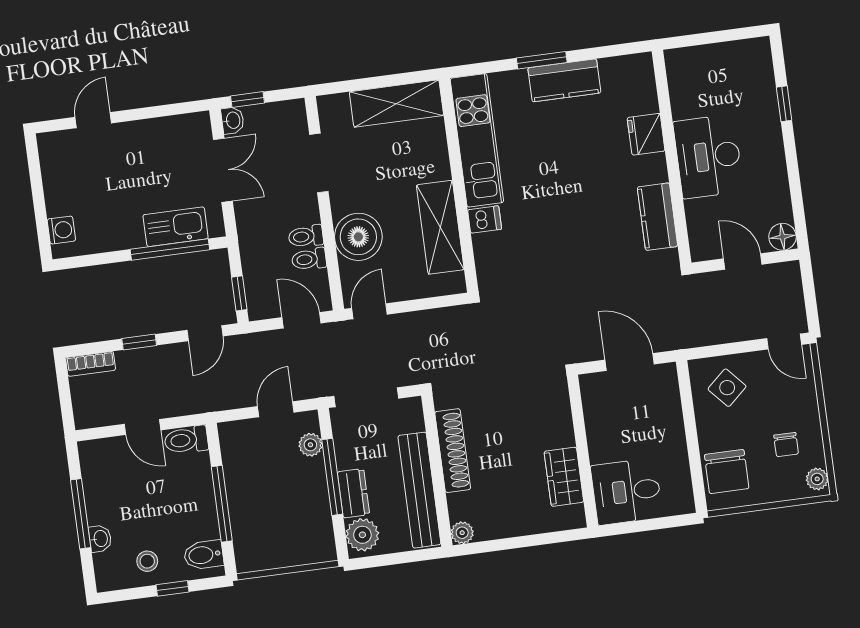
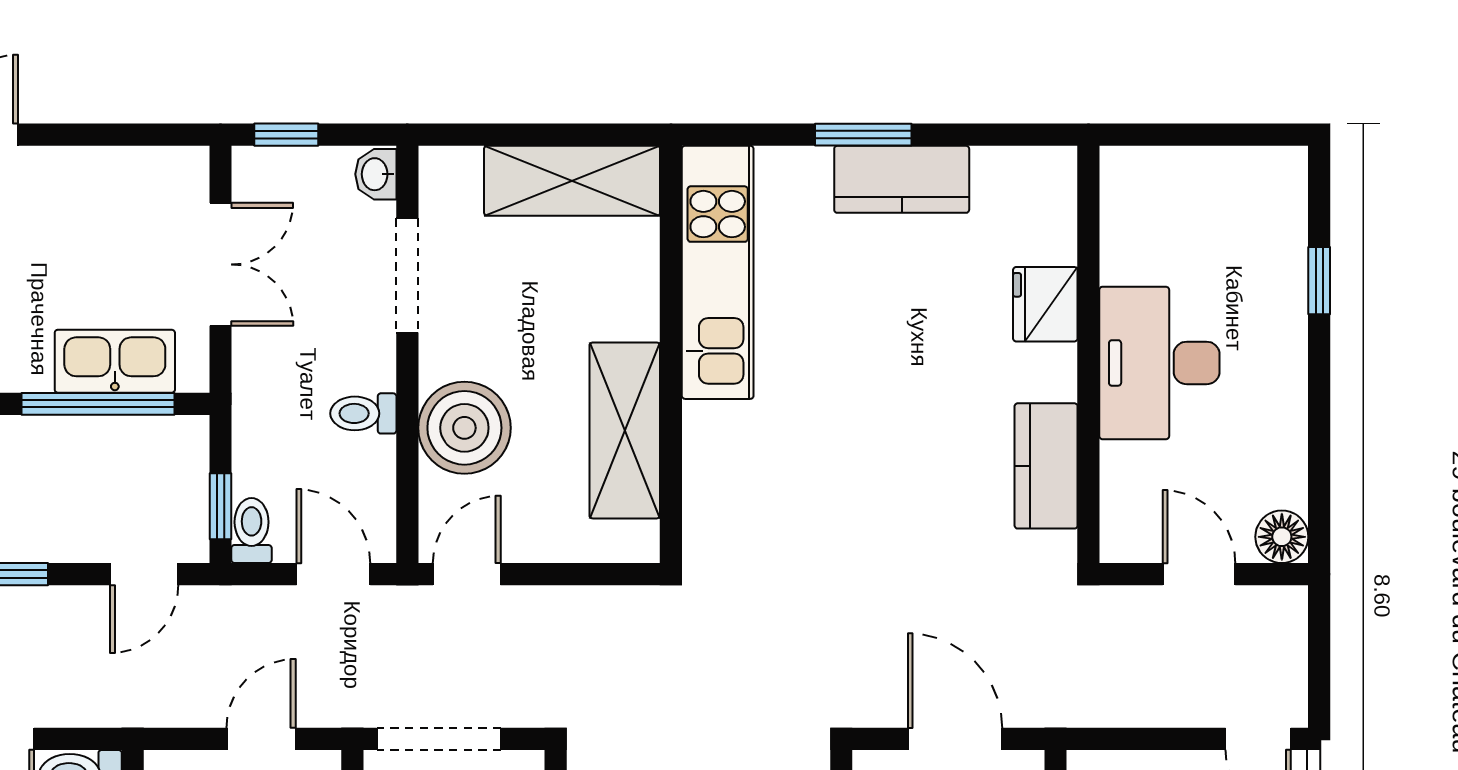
washbasin: (233, 120) -> (376, 174), moved, turned 180
dishwasher: (485, 220) -> (712, 427), removed
toilet: (309, 259) -> (252, 531), moved, turned 90

